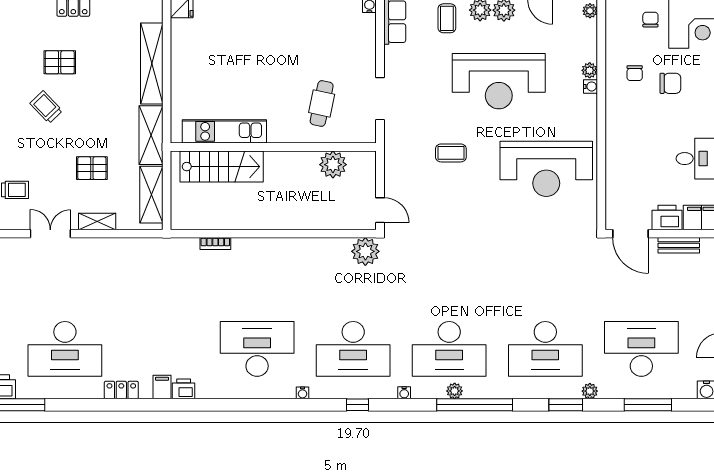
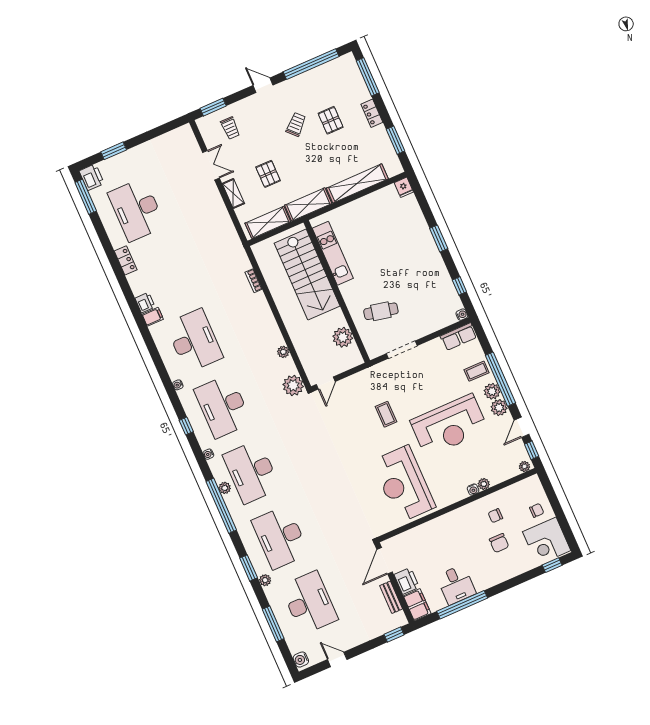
reception desk: (499, 81) -> (449, 425), turned -90
stairs: (222, 167) -> (307, 275), width x1.36, depth x1.51
plant: (319, 246) -> (283, 352), added
filing cabinet: (162, 387) -> (153, 317), moved

